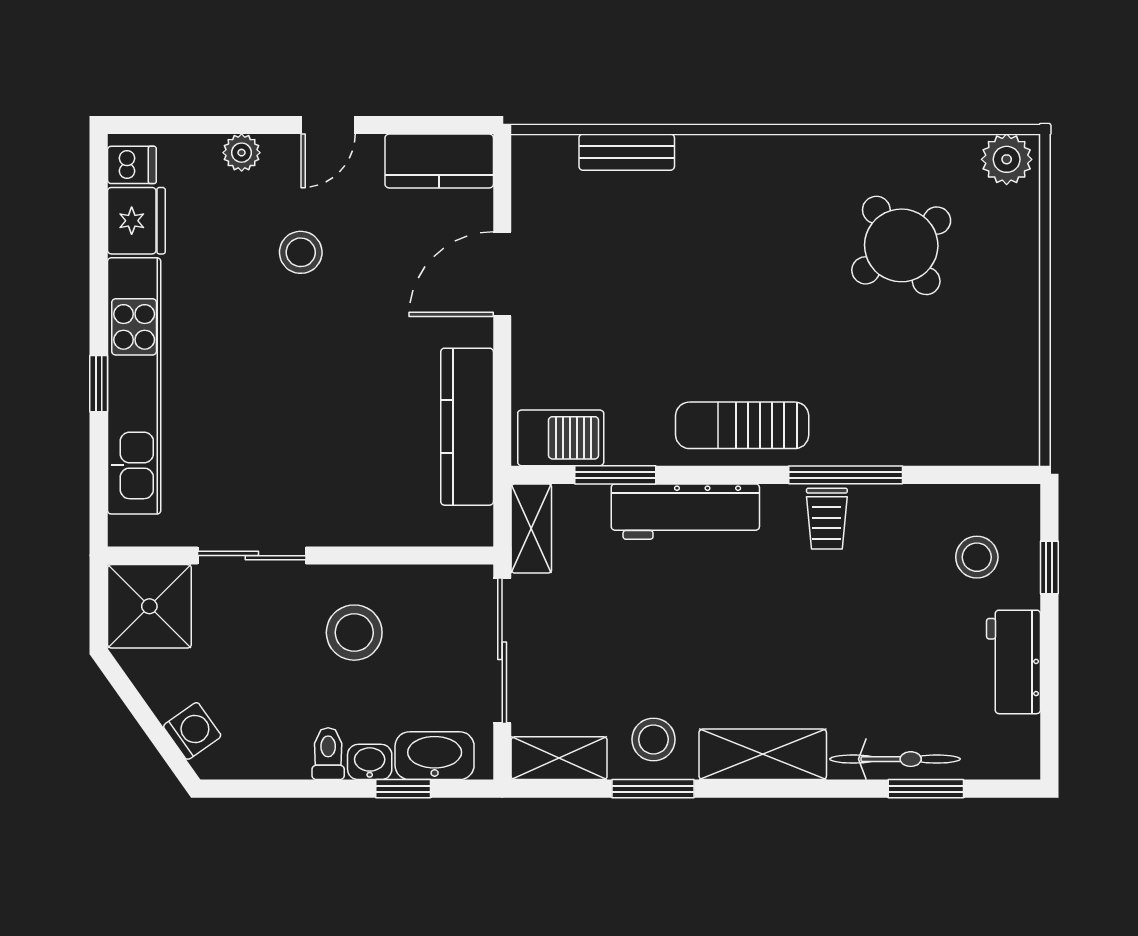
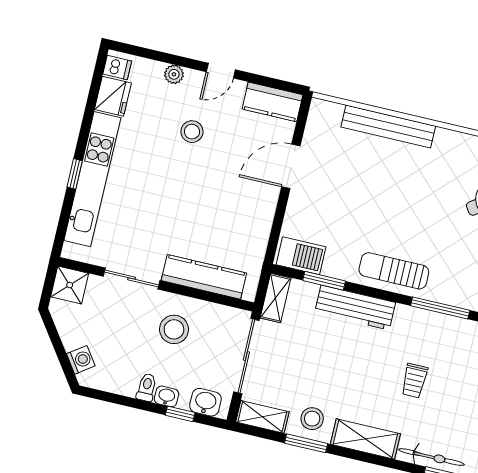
bench: (627, 152) -> (388, 126), width x1.86, depth x1.21
kitchen counter: (467, 427) -> (204, 277), moved, turned 90
trolley: (827, 519) -> (414, 381), moved
shower: (149, 606) -> (70, 285), width x0.73, depth x0.73
washbasin: (435, 756) -> (205, 402), width x0.72

